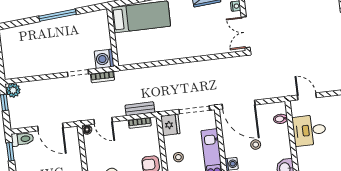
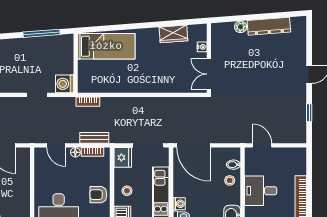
window: (57, 15) -> (42, 33), moved
bookcase: (103, 77) -> (88, 102), moved
floor lamp: (87, 130) -> (75, 152), moved
desk: (309, 130) -> (261, 191), moved
stool: (256, 145) -> (230, 180), moved

